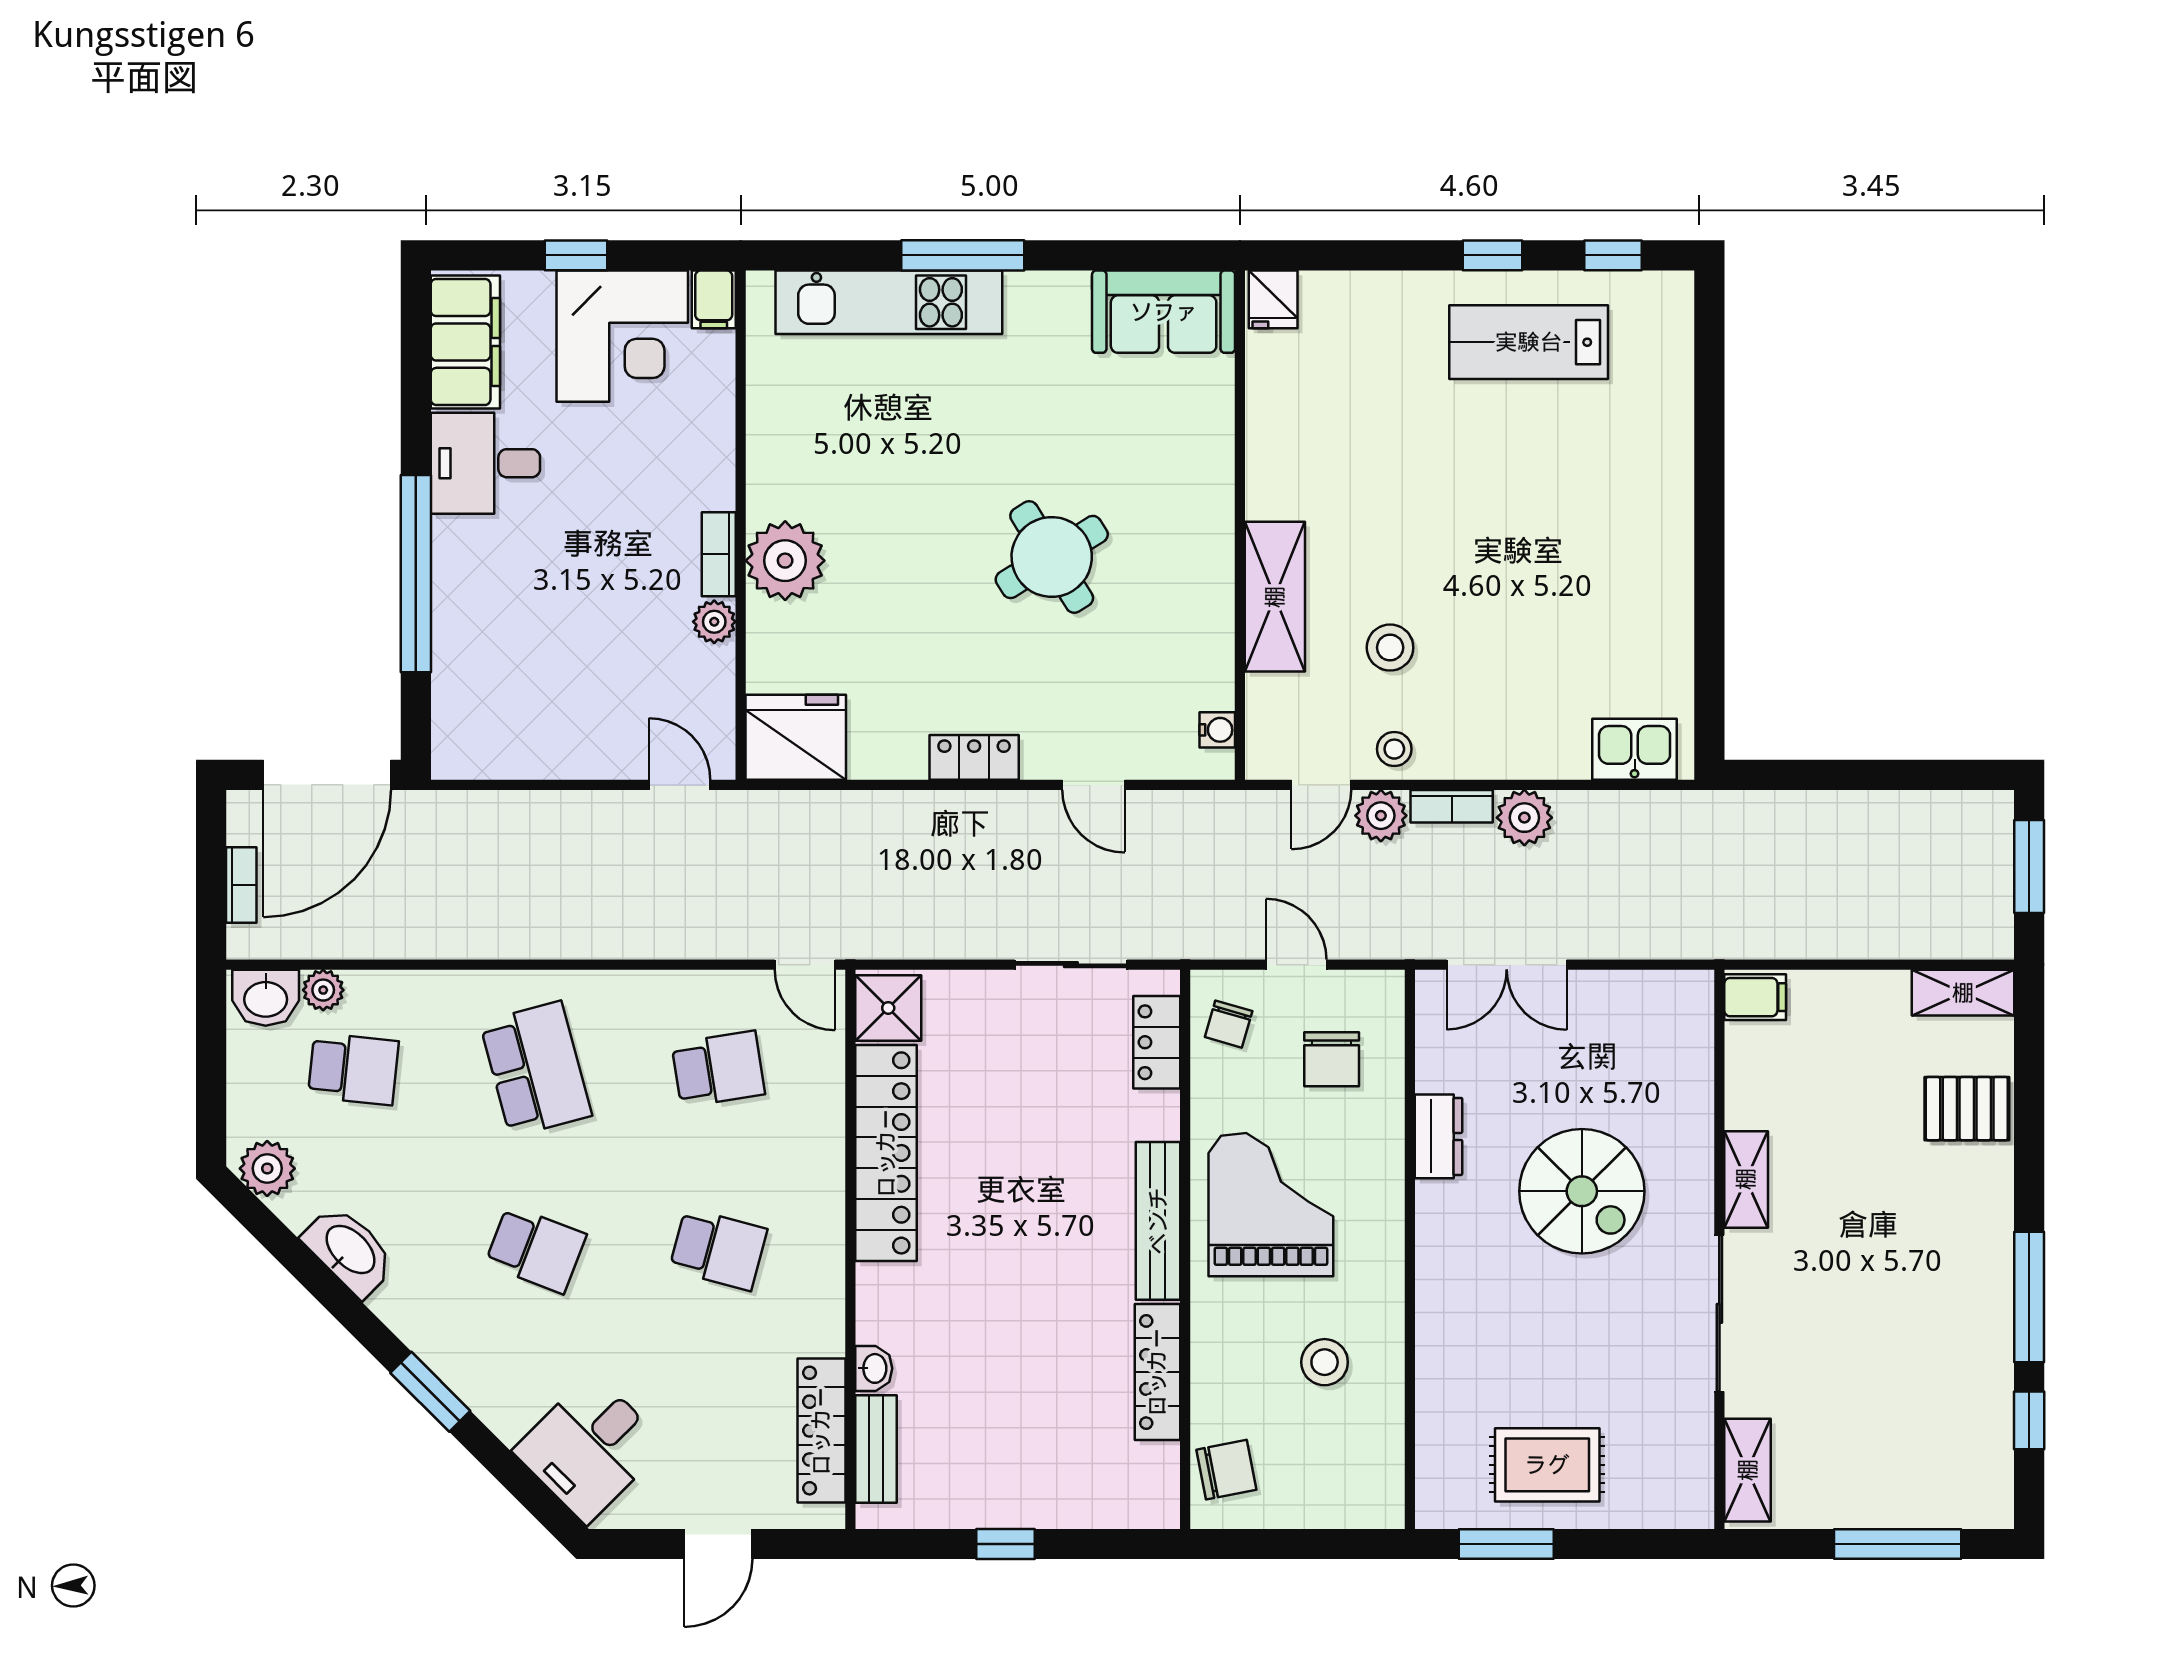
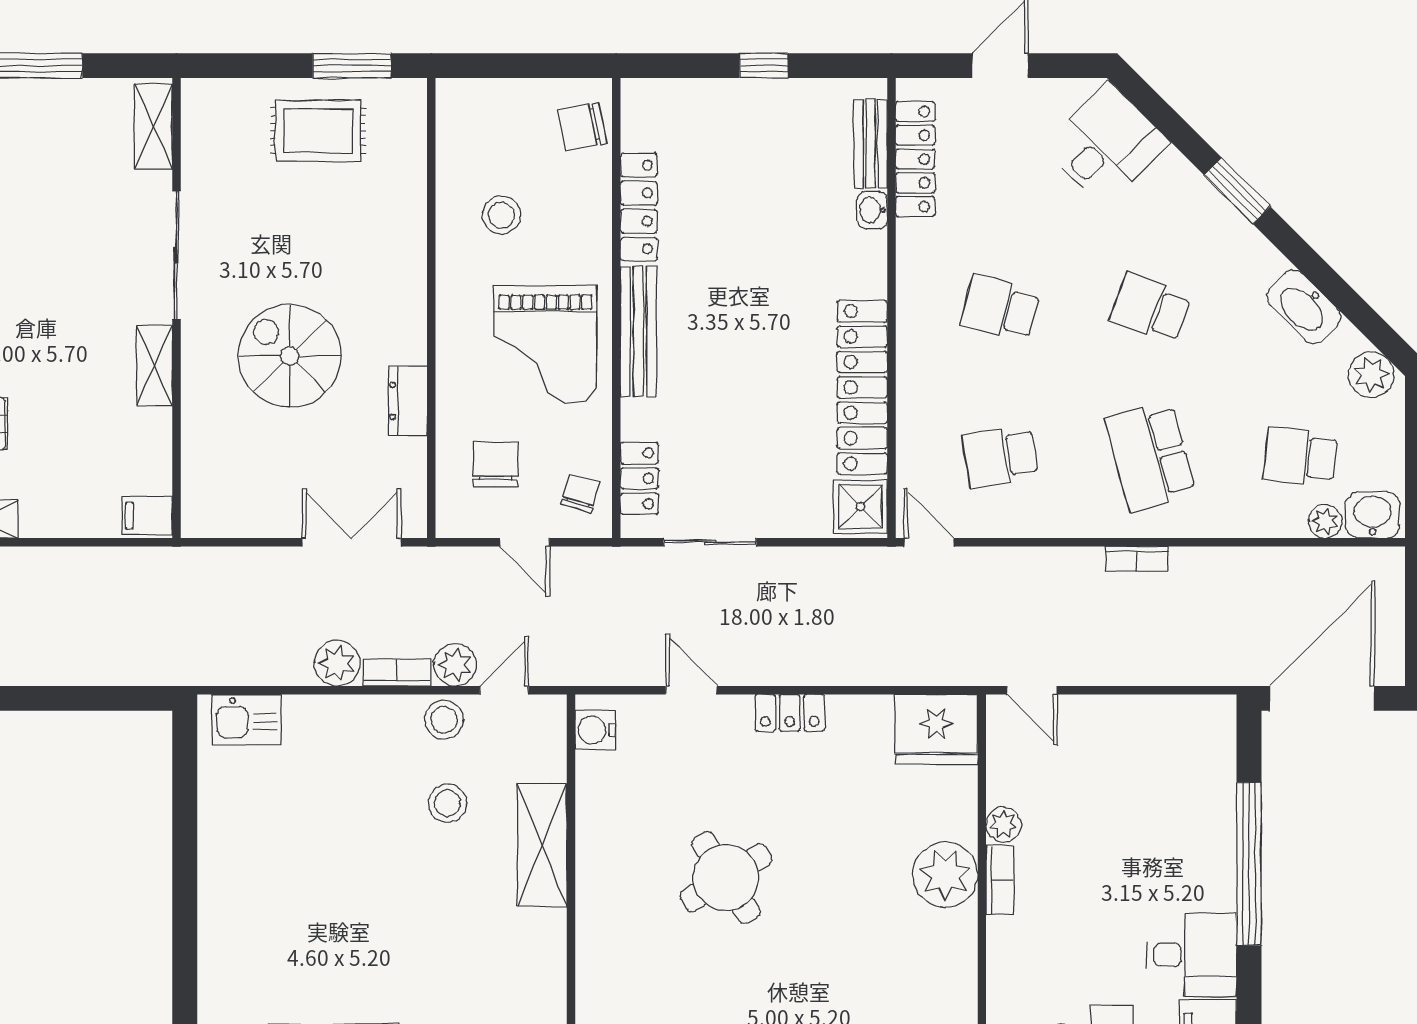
water cooler: (1217, 730) -> (595, 730), width x1.38, depth x1.38
stool: (1394, 749) -> (444, 720), width x1.37, depth x1.37
bookcase: (241, 885) -> (1137, 559), moved, turned -90

